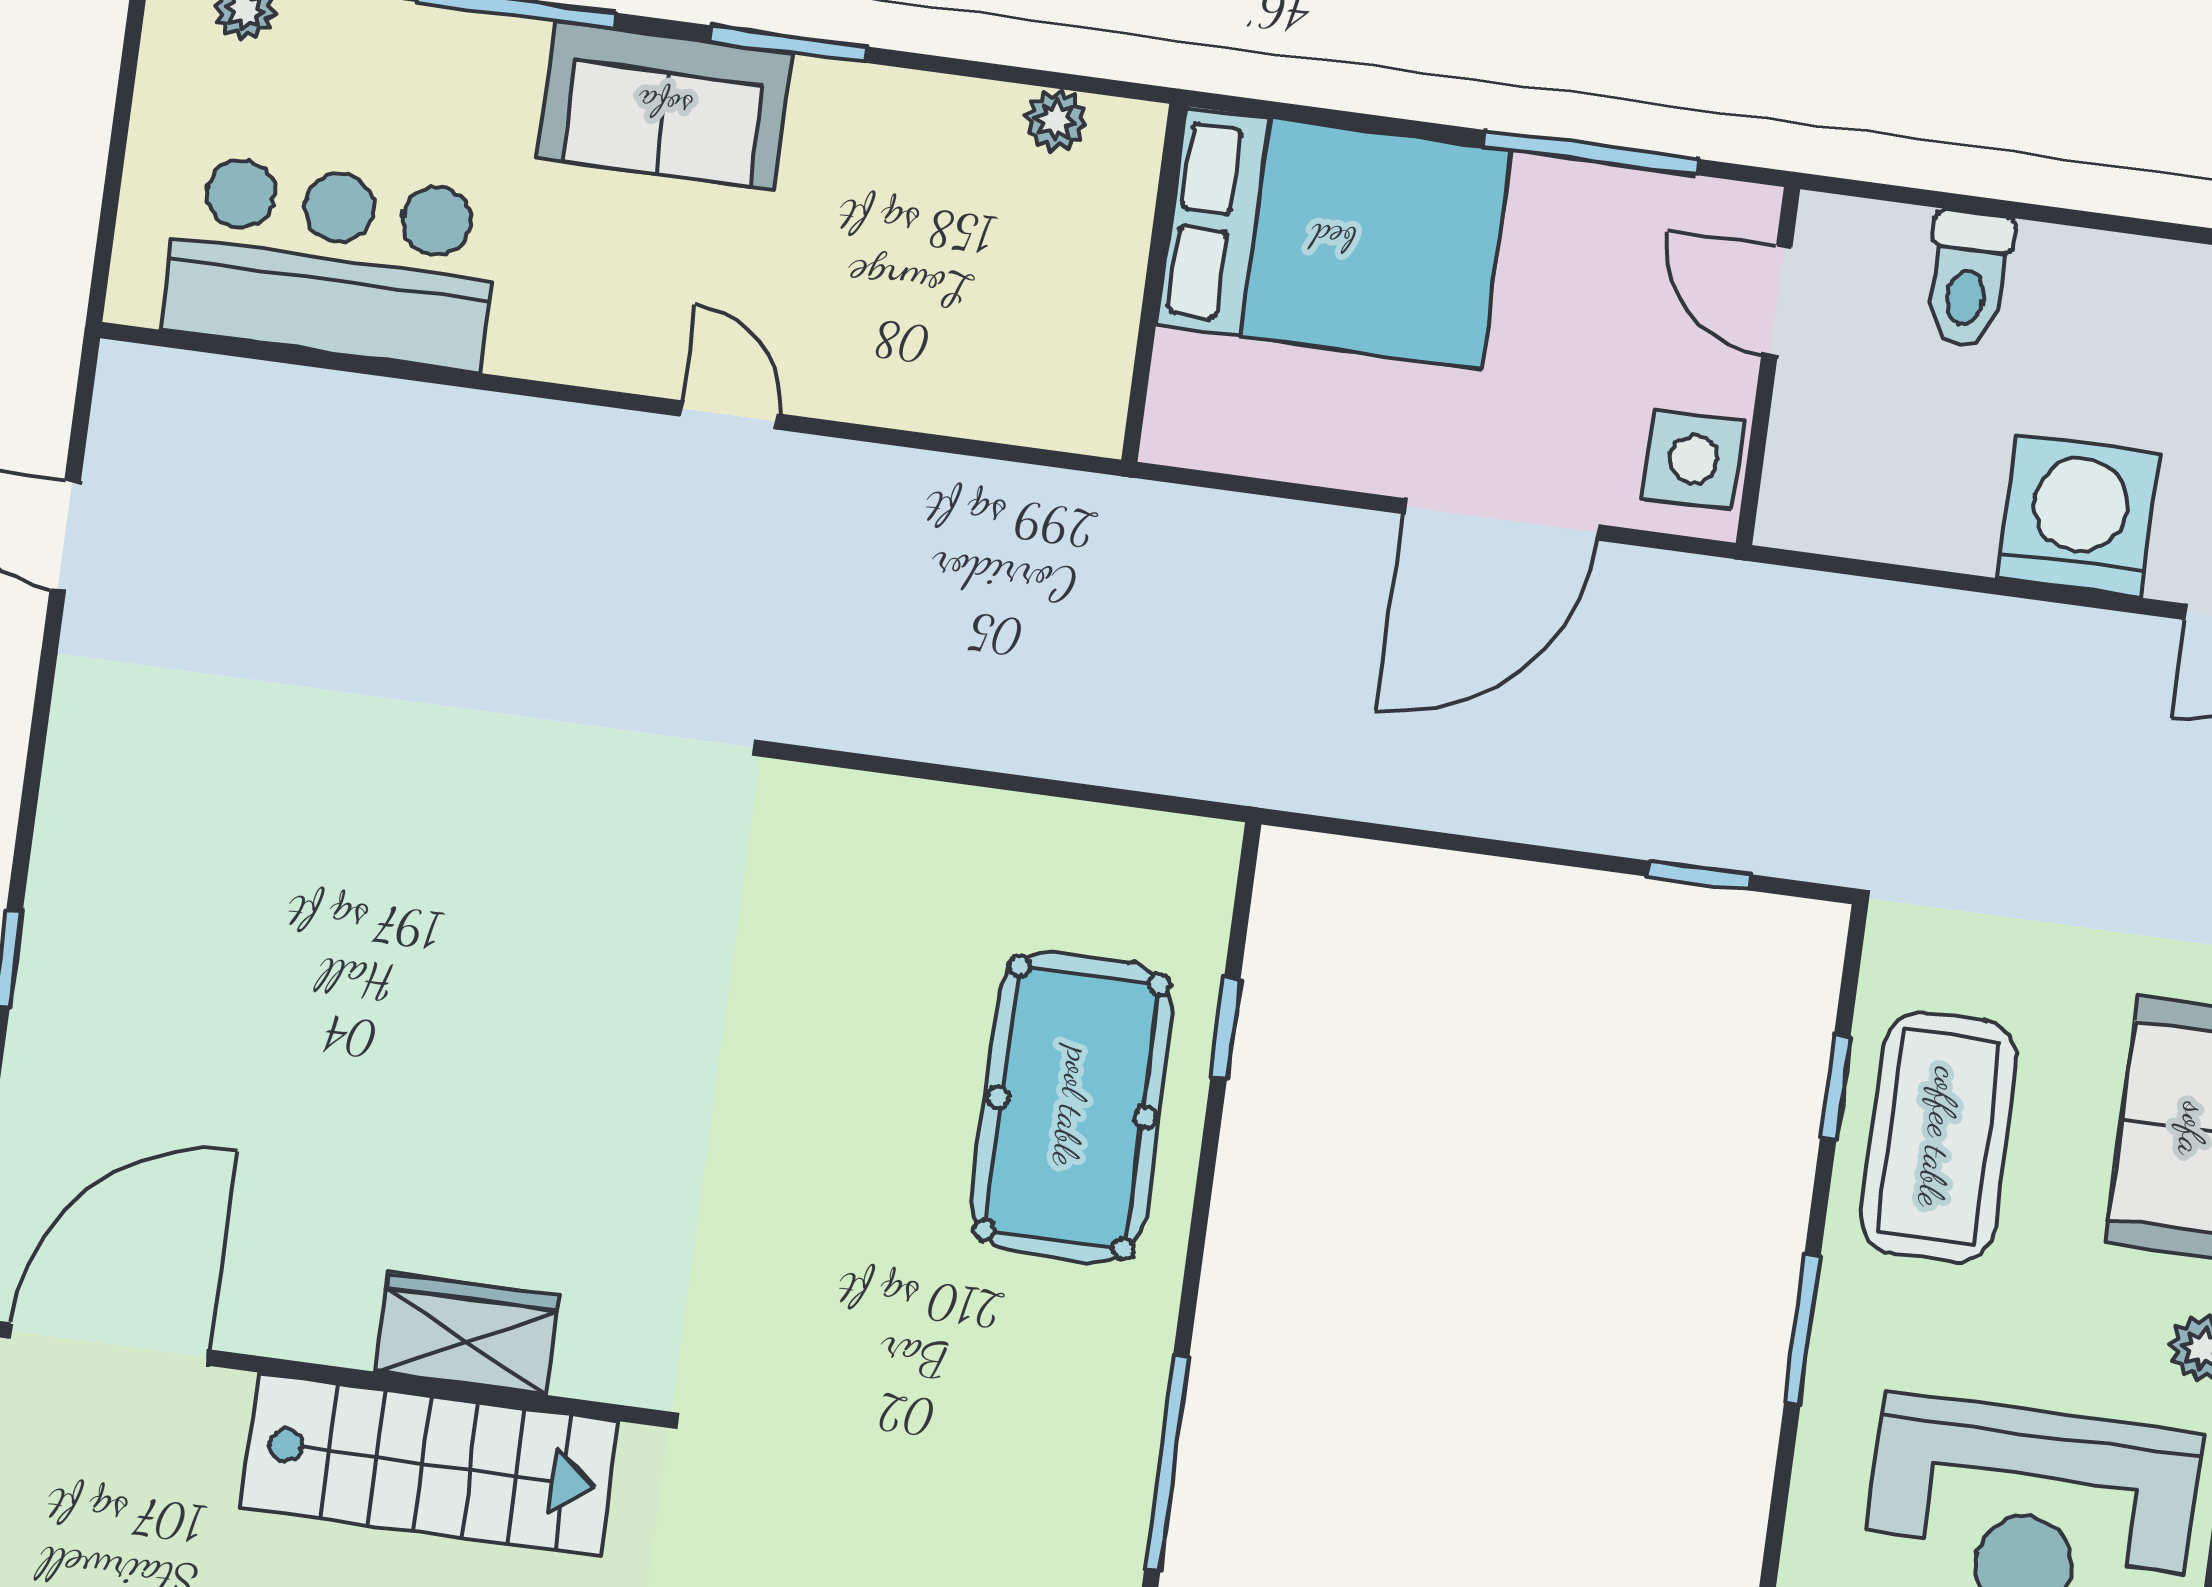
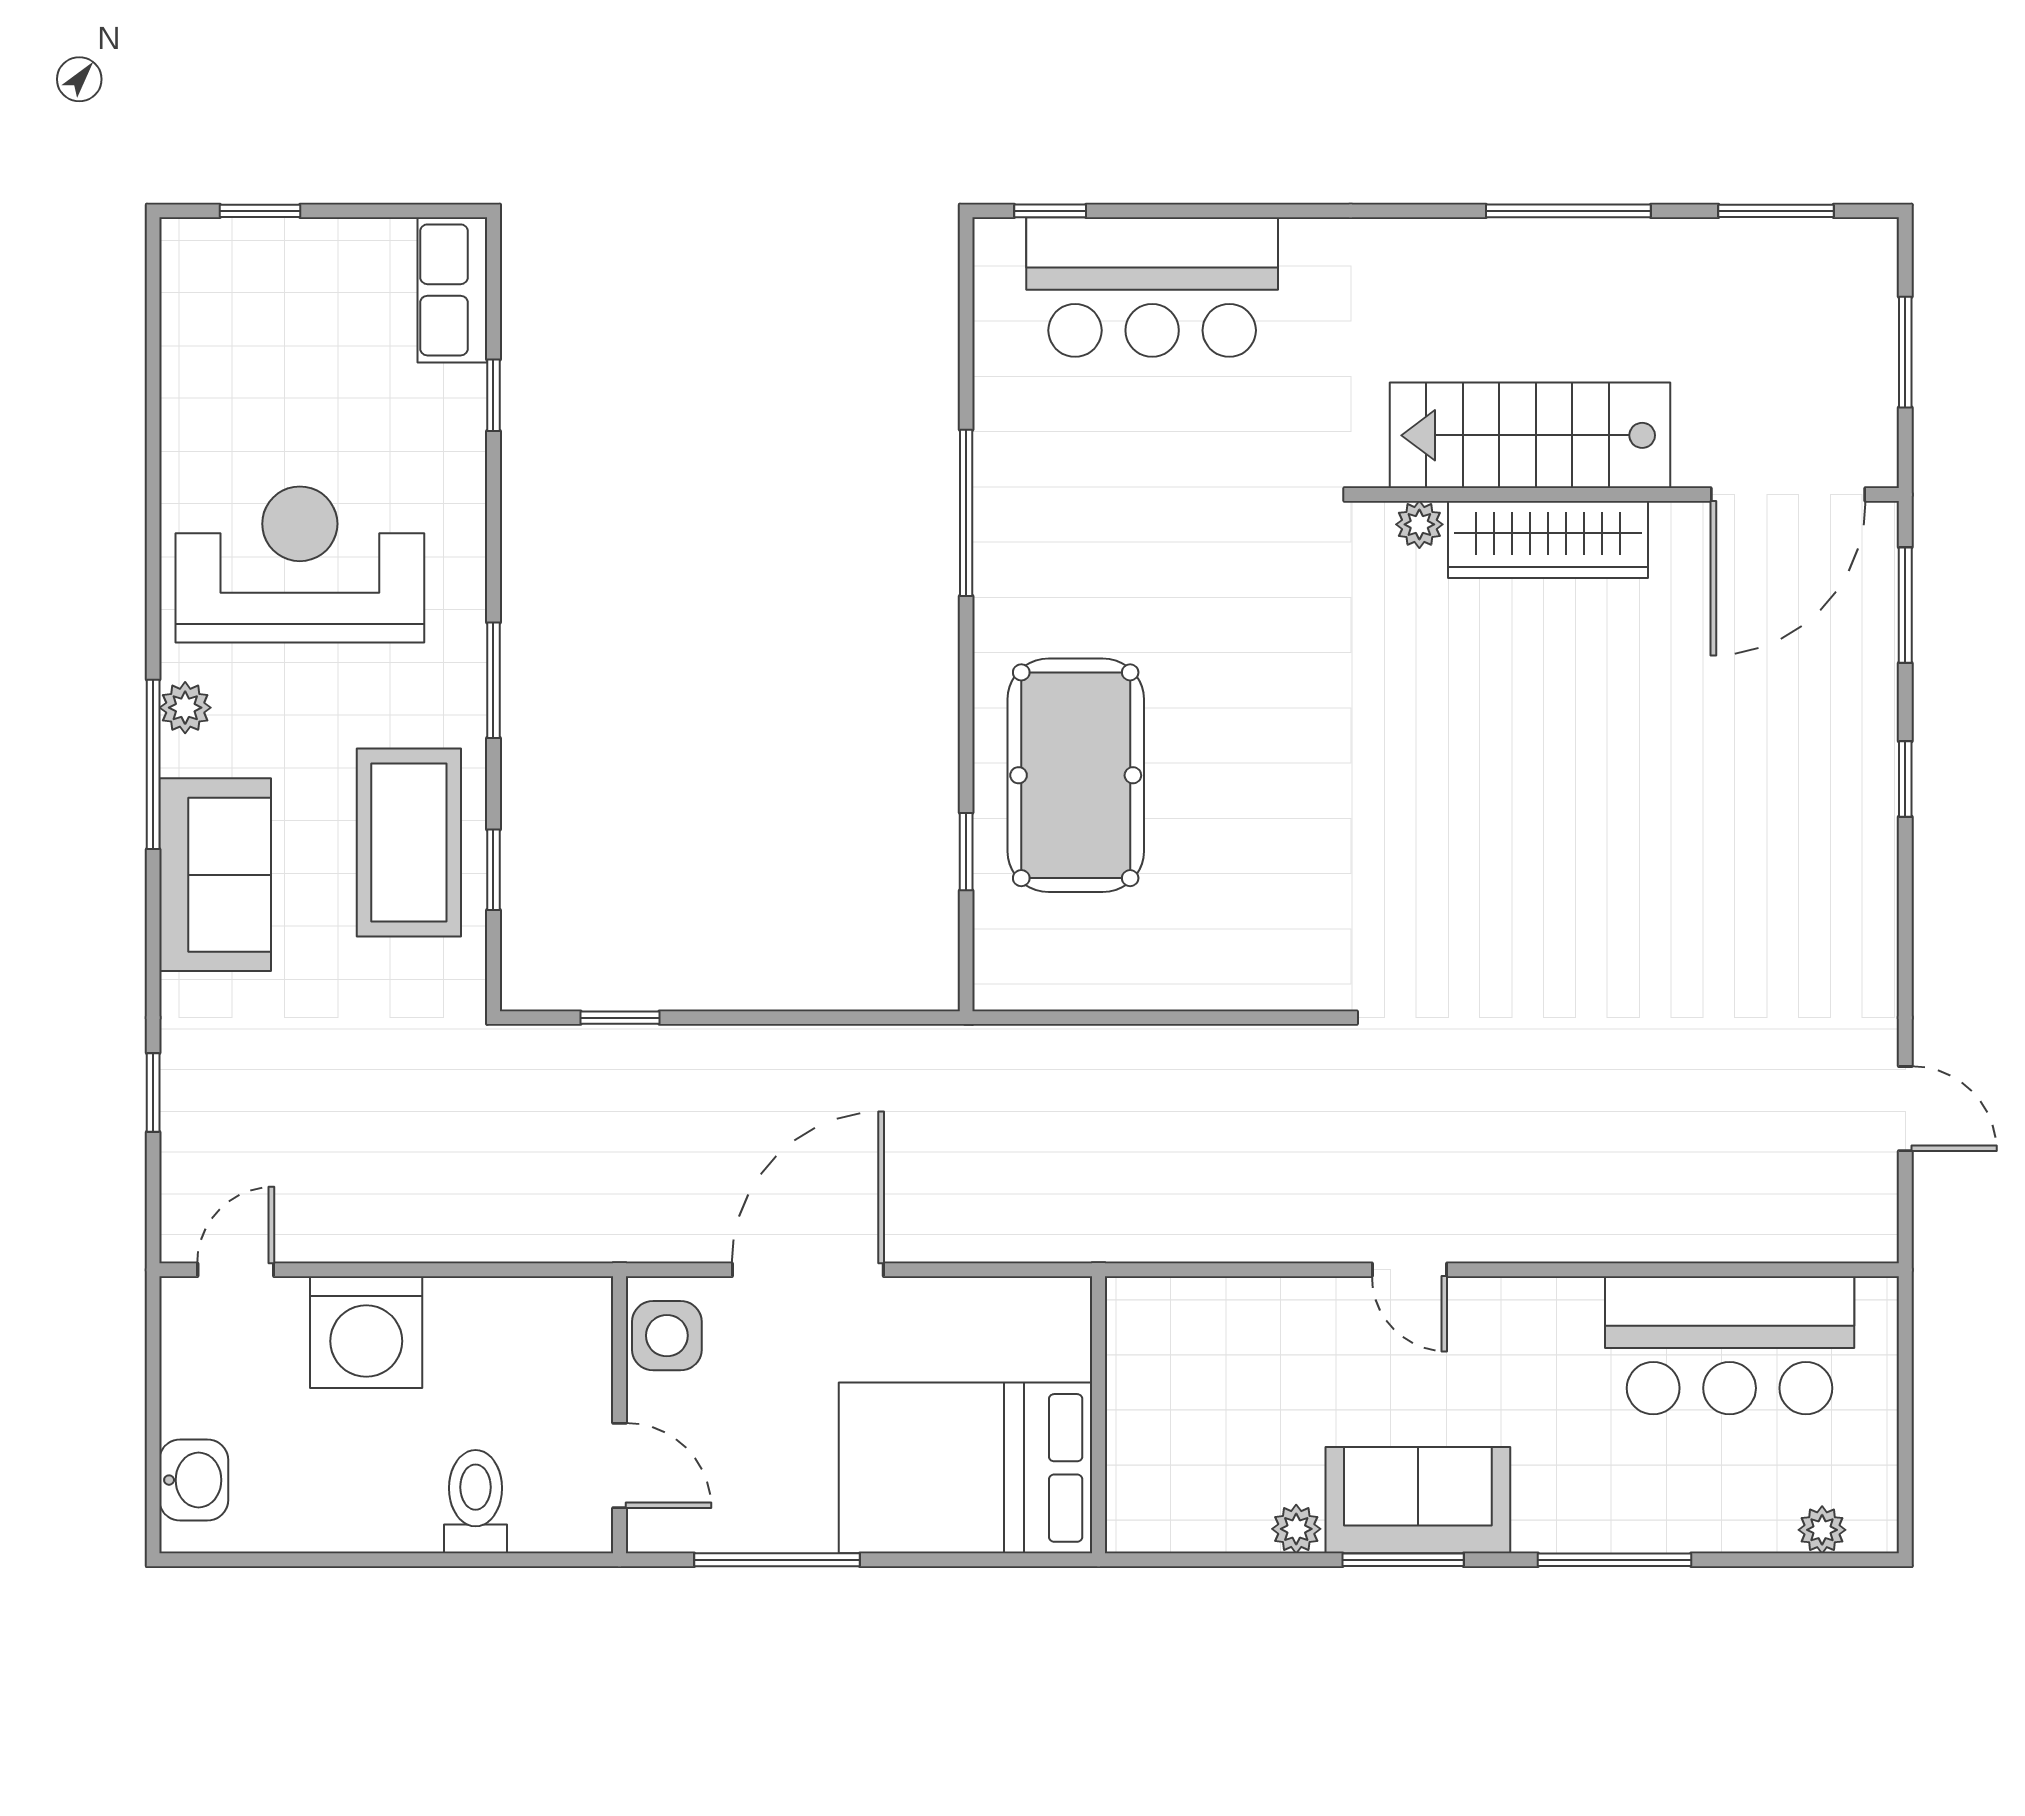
sofa: (665, 105) -> (1418, 1500), moved
plant: (1056, 120) -> (1296, 1529), moved
wardrobe: (468, 1334) -> (1548, 539), width x1.50
plant: (587, 1370) -> (1419, 524), added

